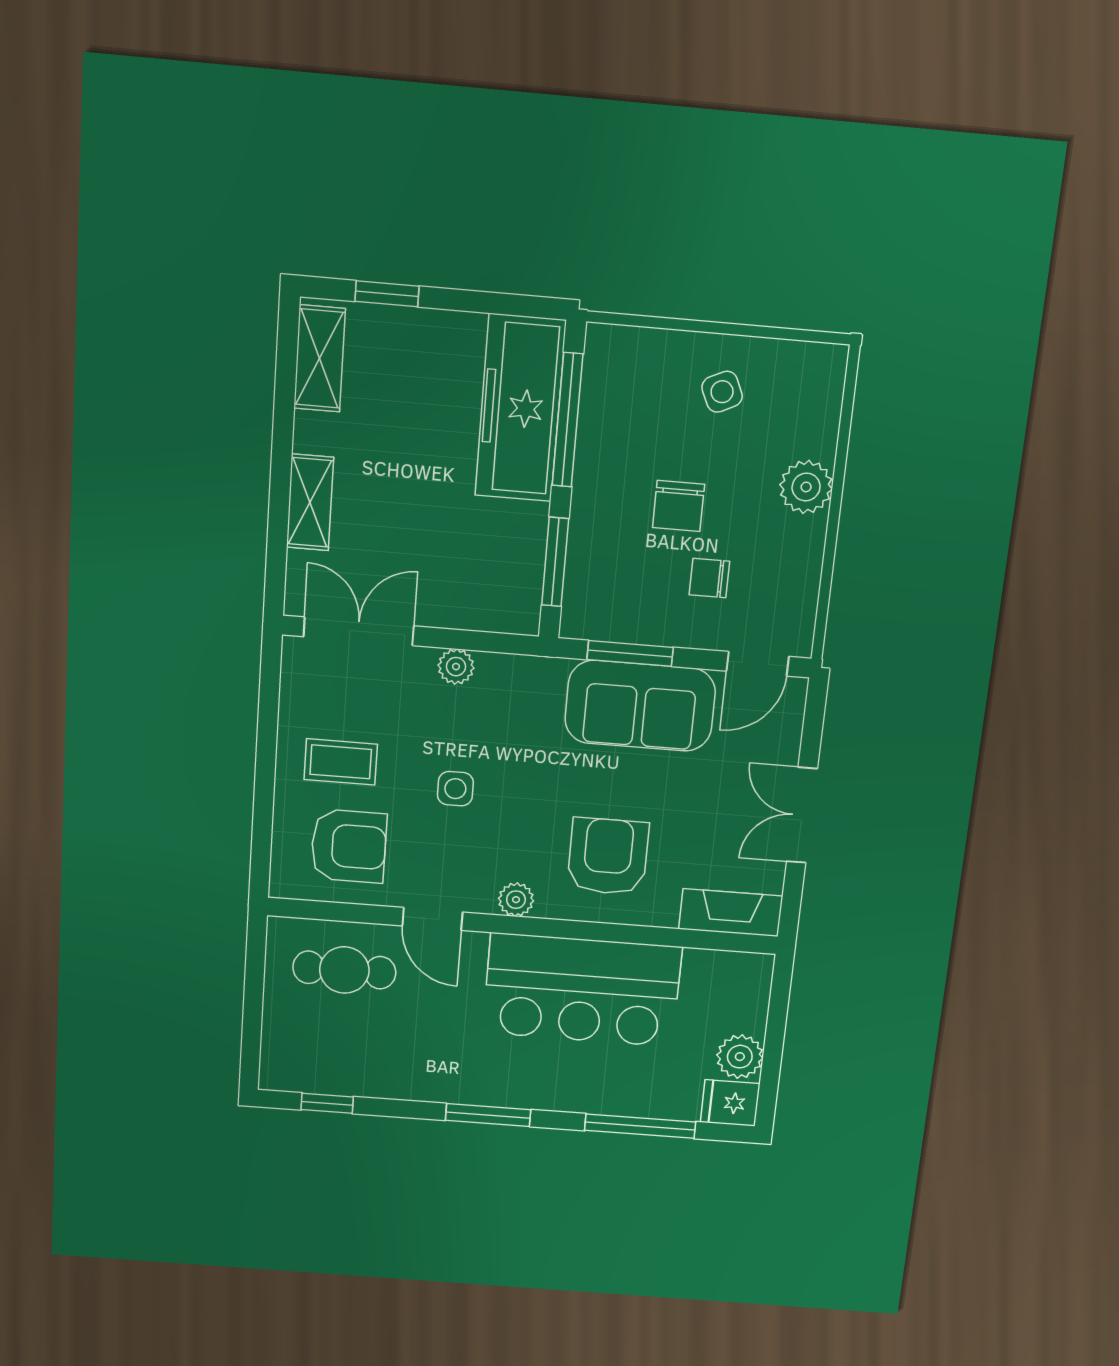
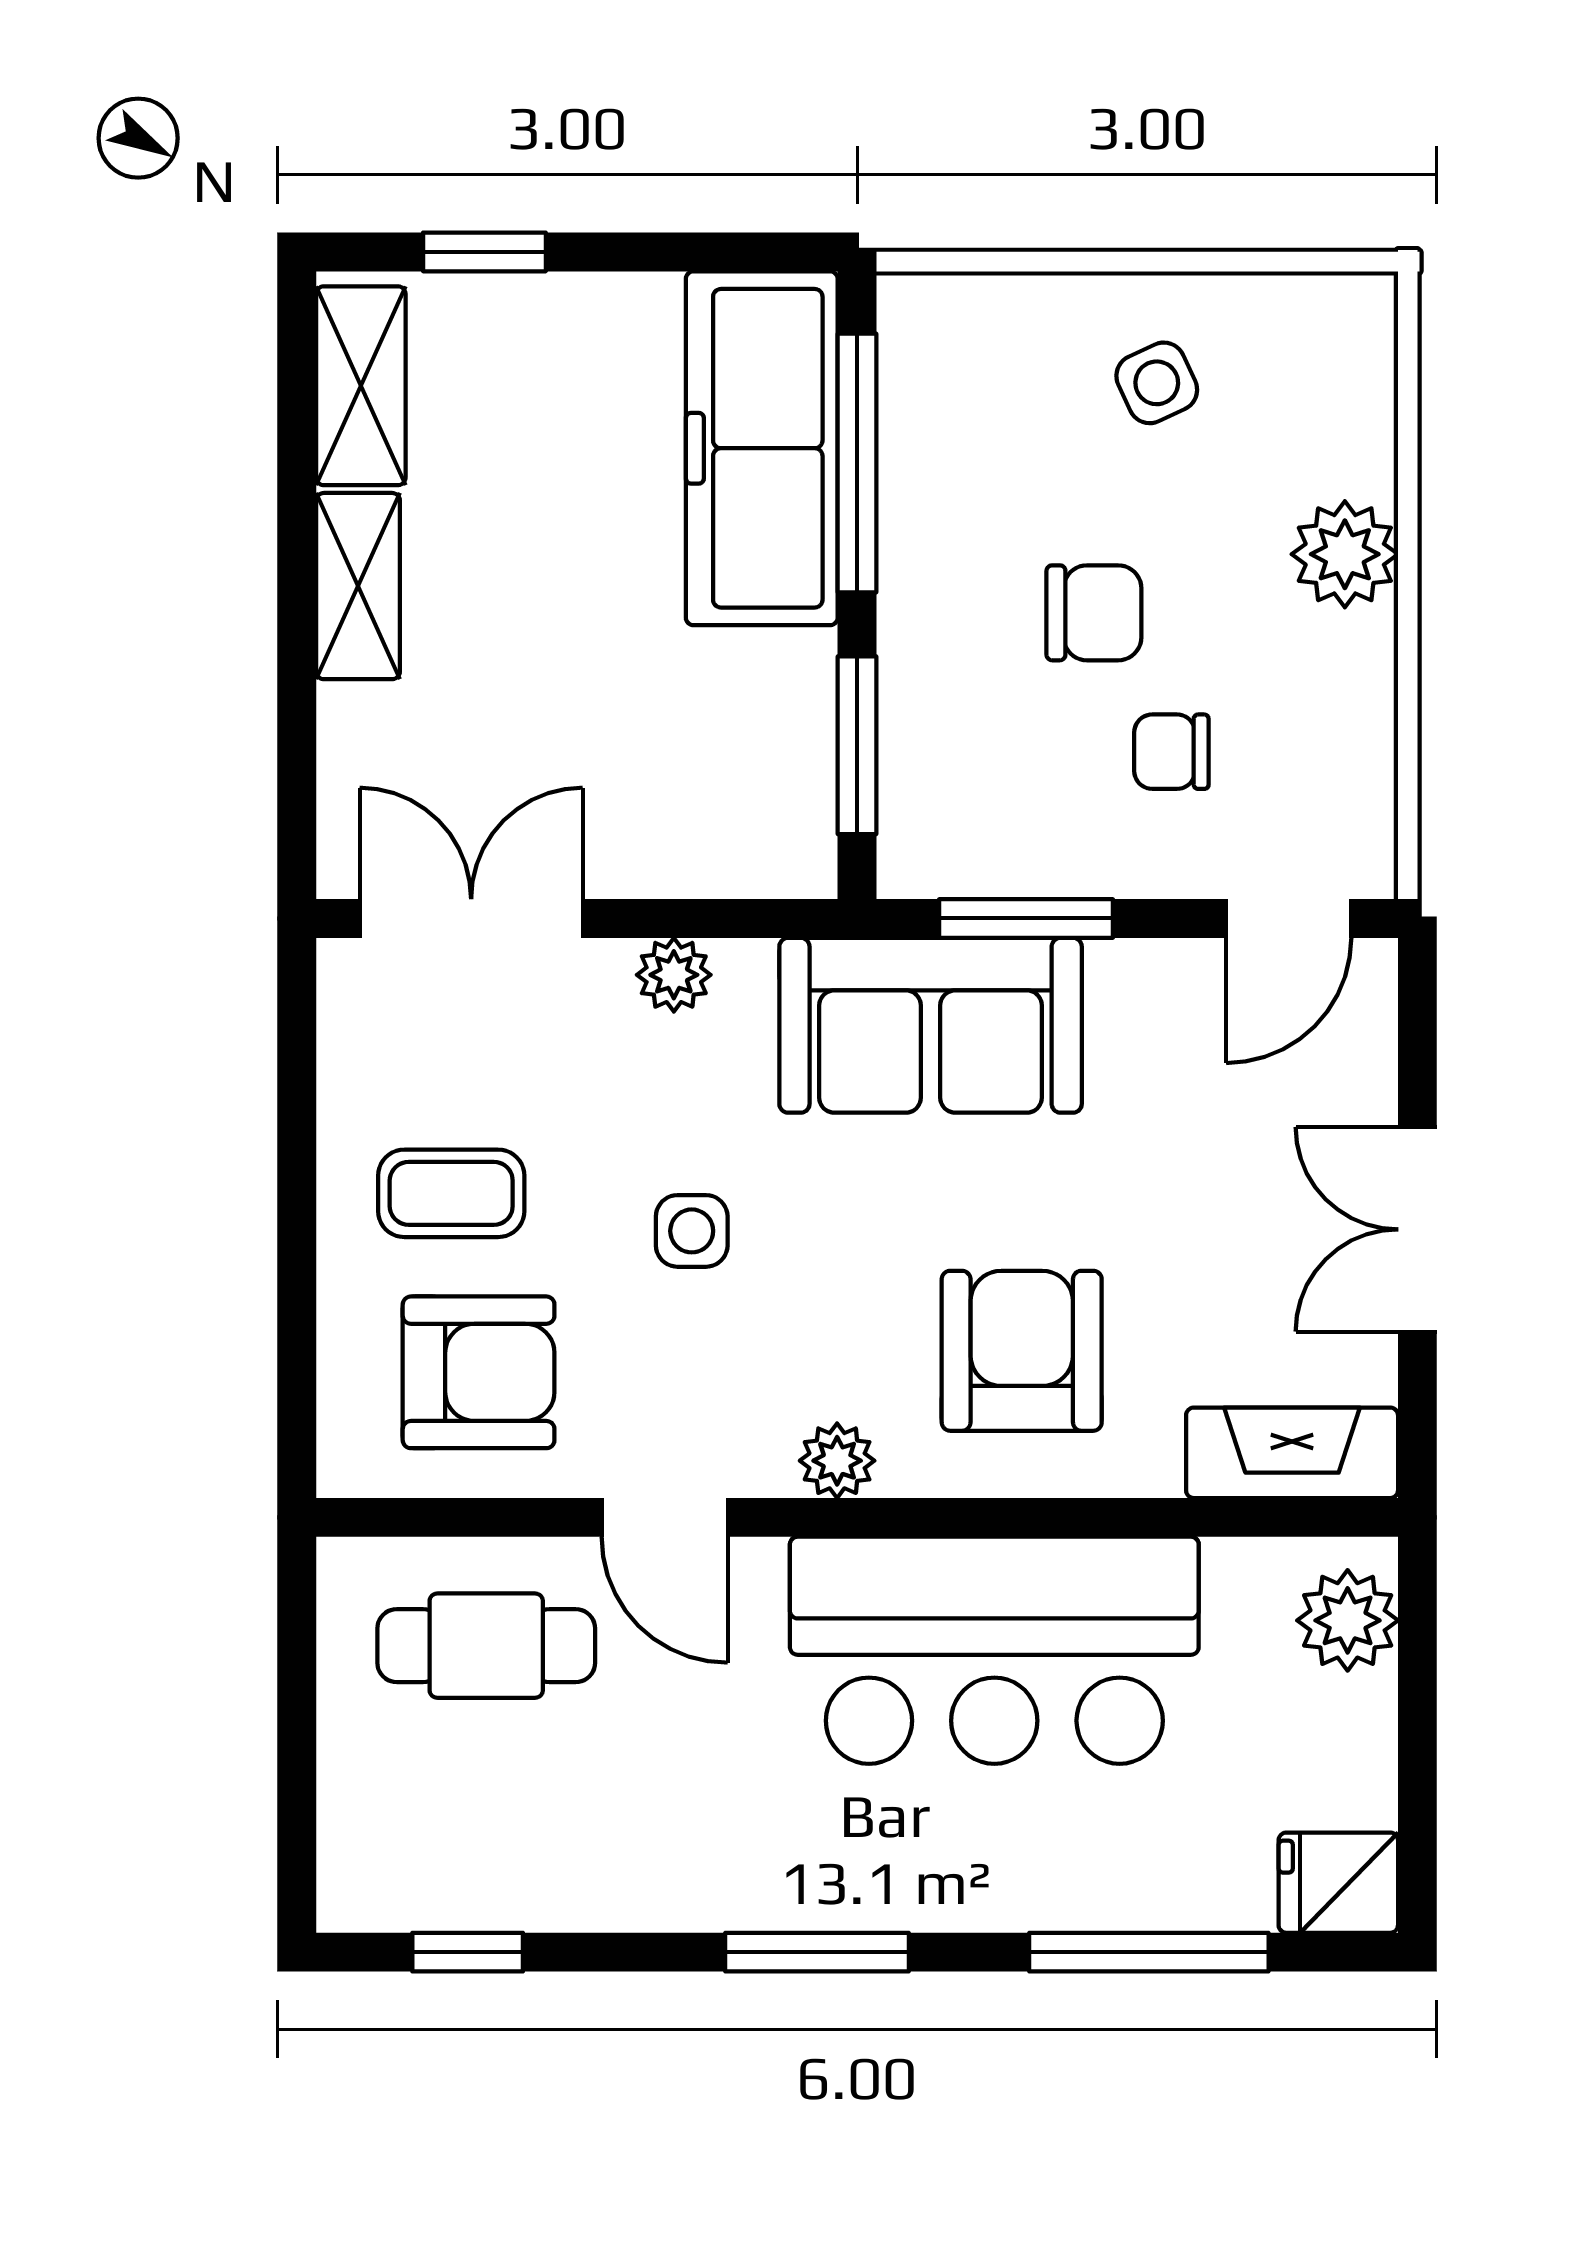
shelving: (310, 502) -> (358, 586), moved
chair: (679, 506) -> (1094, 613), turned -90
sofa: (640, 706) -> (931, 1025), moved
plant: (740, 1057) -> (1348, 1620), moved

